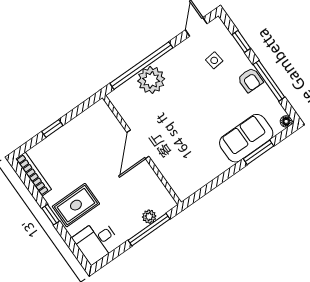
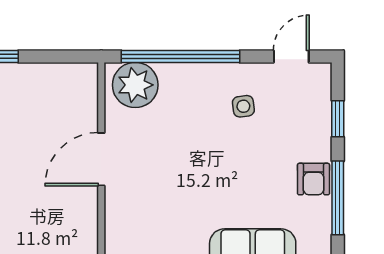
side table: (214, 60) -> (243, 106), moved
plant: (151, 80) -> (135, 85), moved

